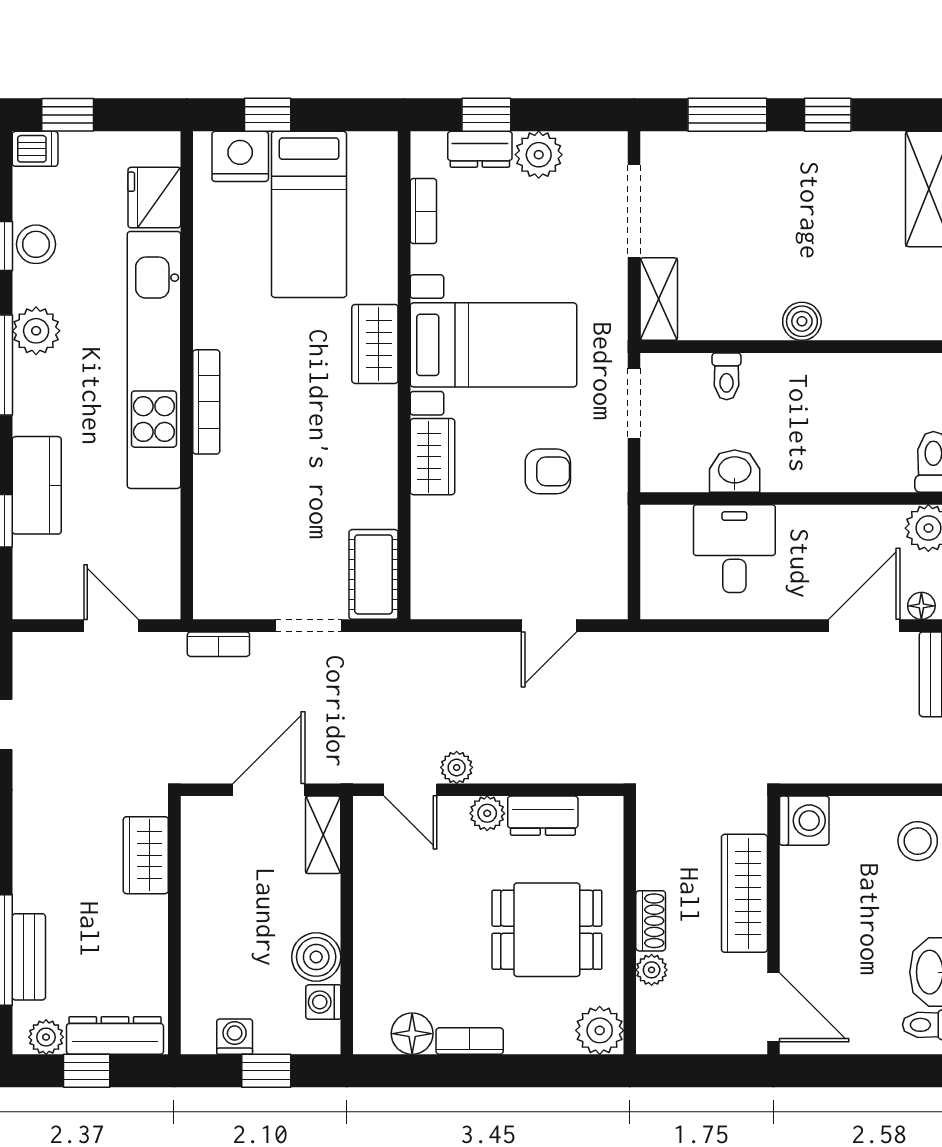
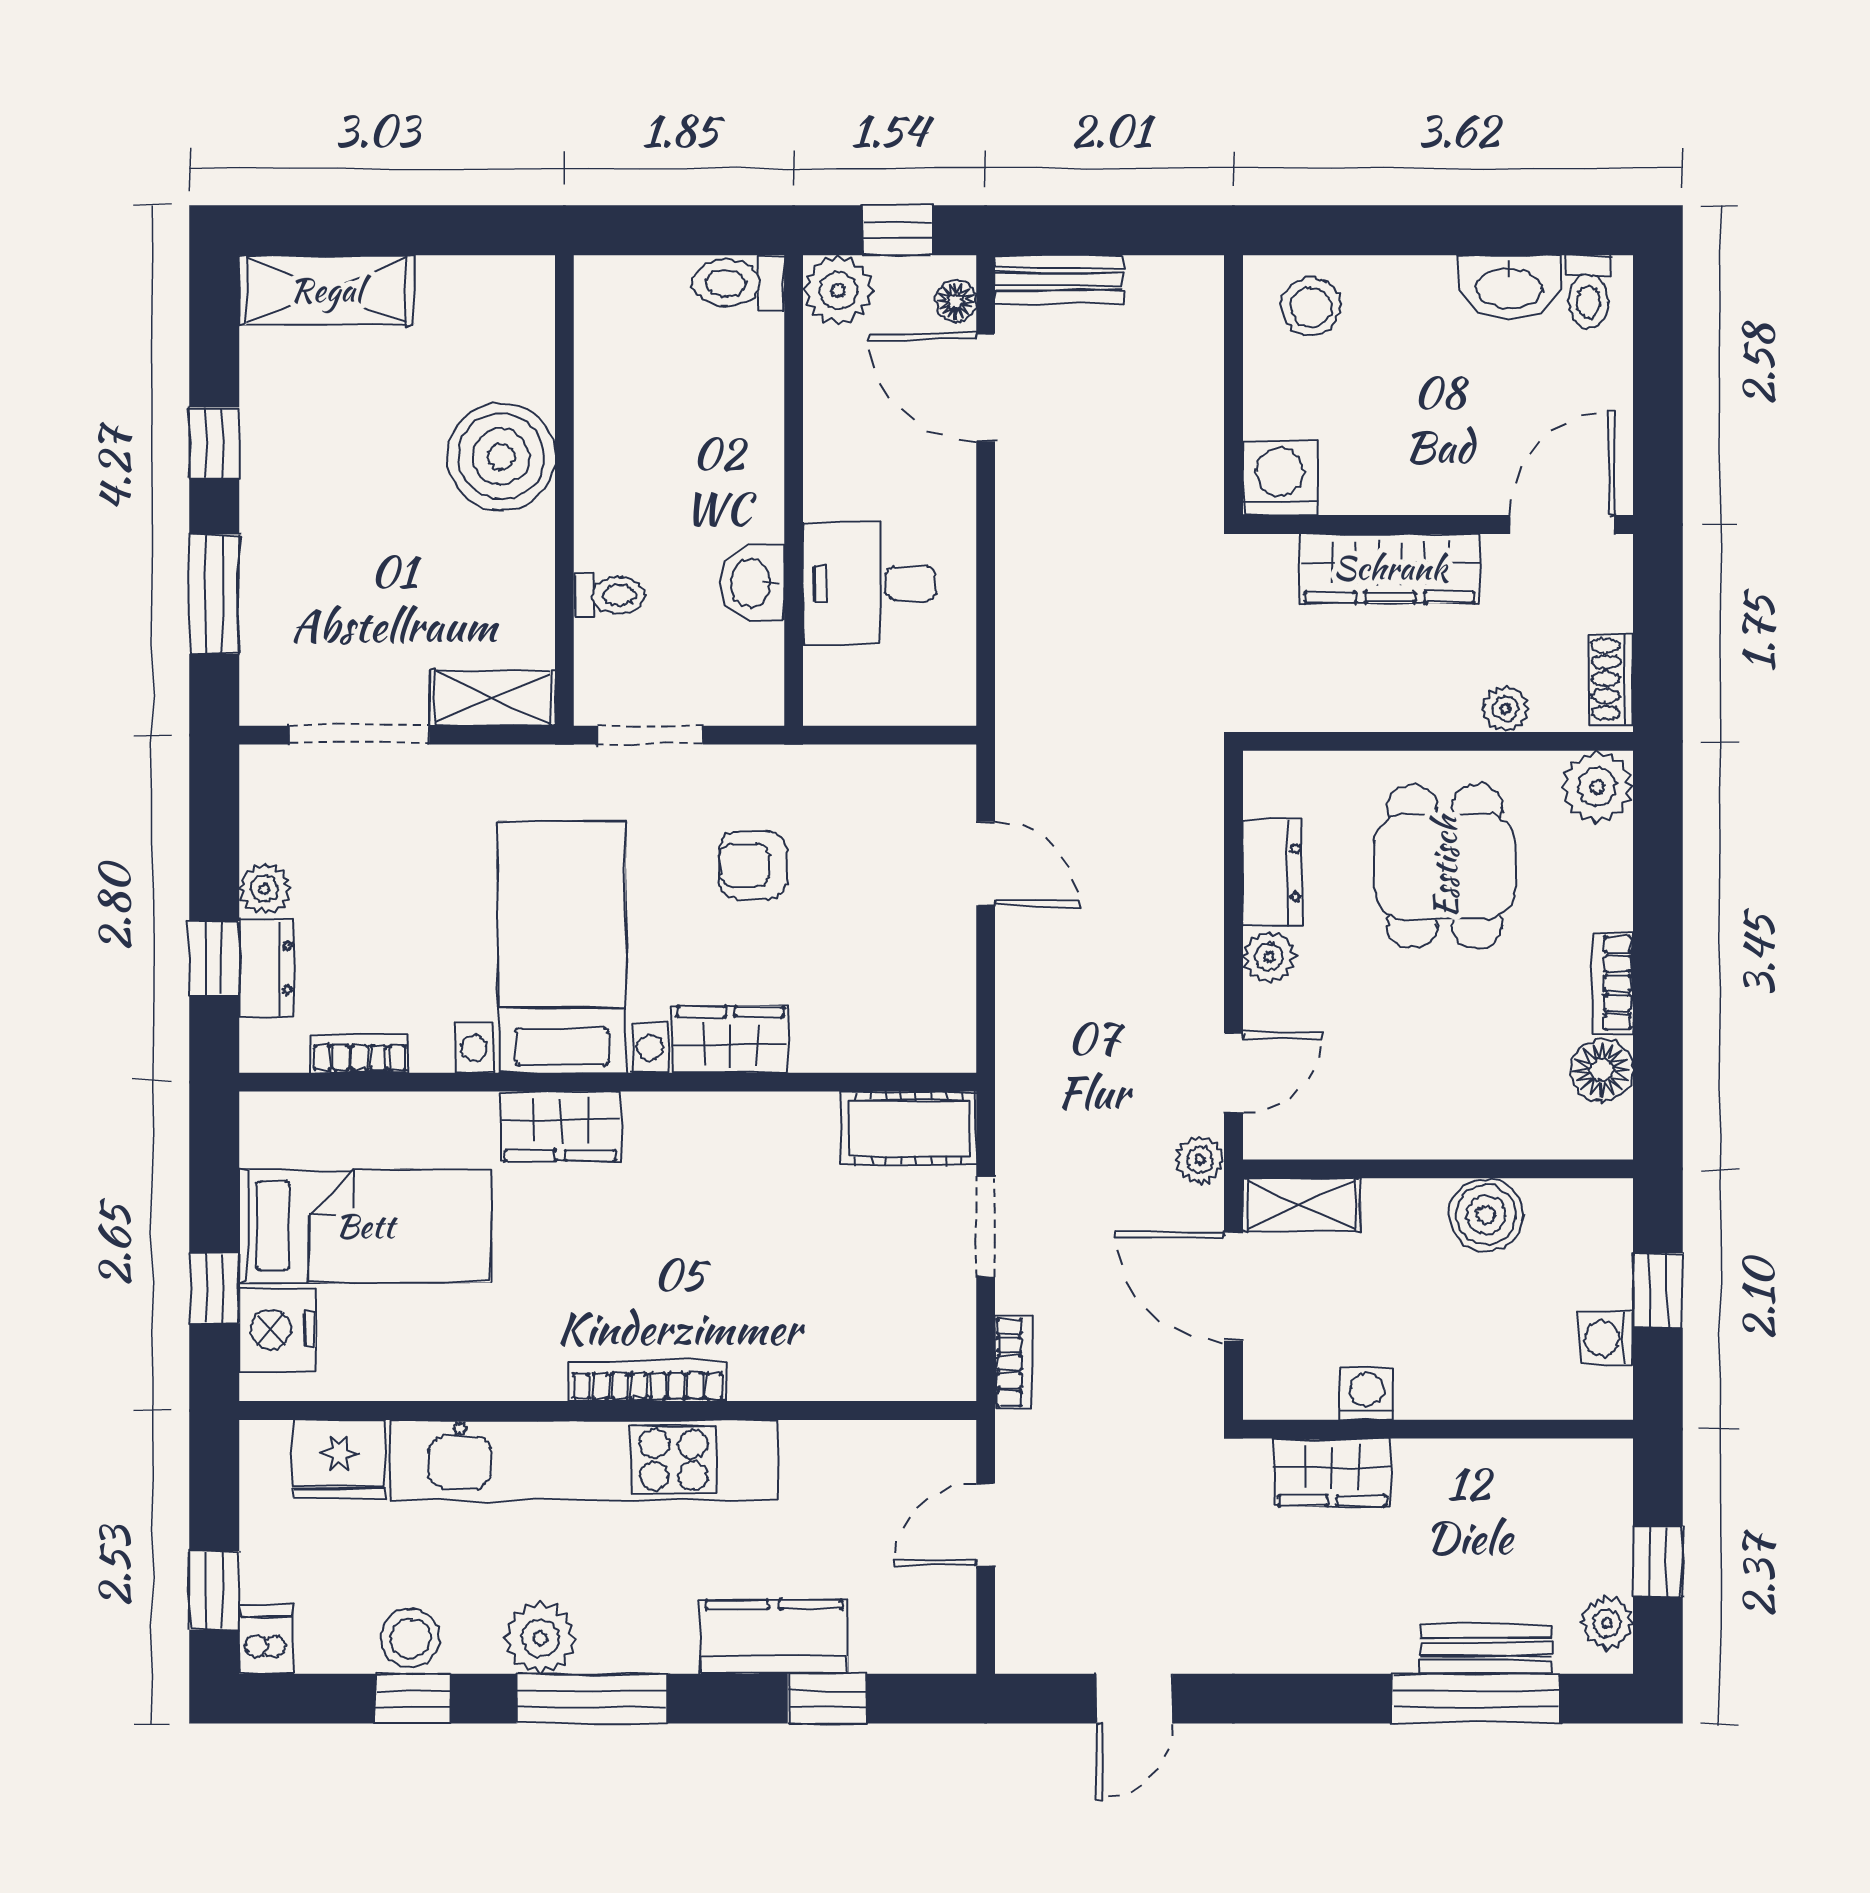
plant: (539, 155) -> (265, 889), width x0.73, depth x0.73
boiler: (802, 321) -> (501, 457), width x1.86, depth x1.86
armchair: (548, 471) -> (753, 865), turned -90
plant: (457, 767) -> (1200, 1160), moved
shoe rack: (651, 921) -> (1611, 679), moved, turned -90
washing machine: (323, 1002) -> (1367, 1394), moved, turned 180
dresser: (115, 1035) -> (1605, 1519), removed

